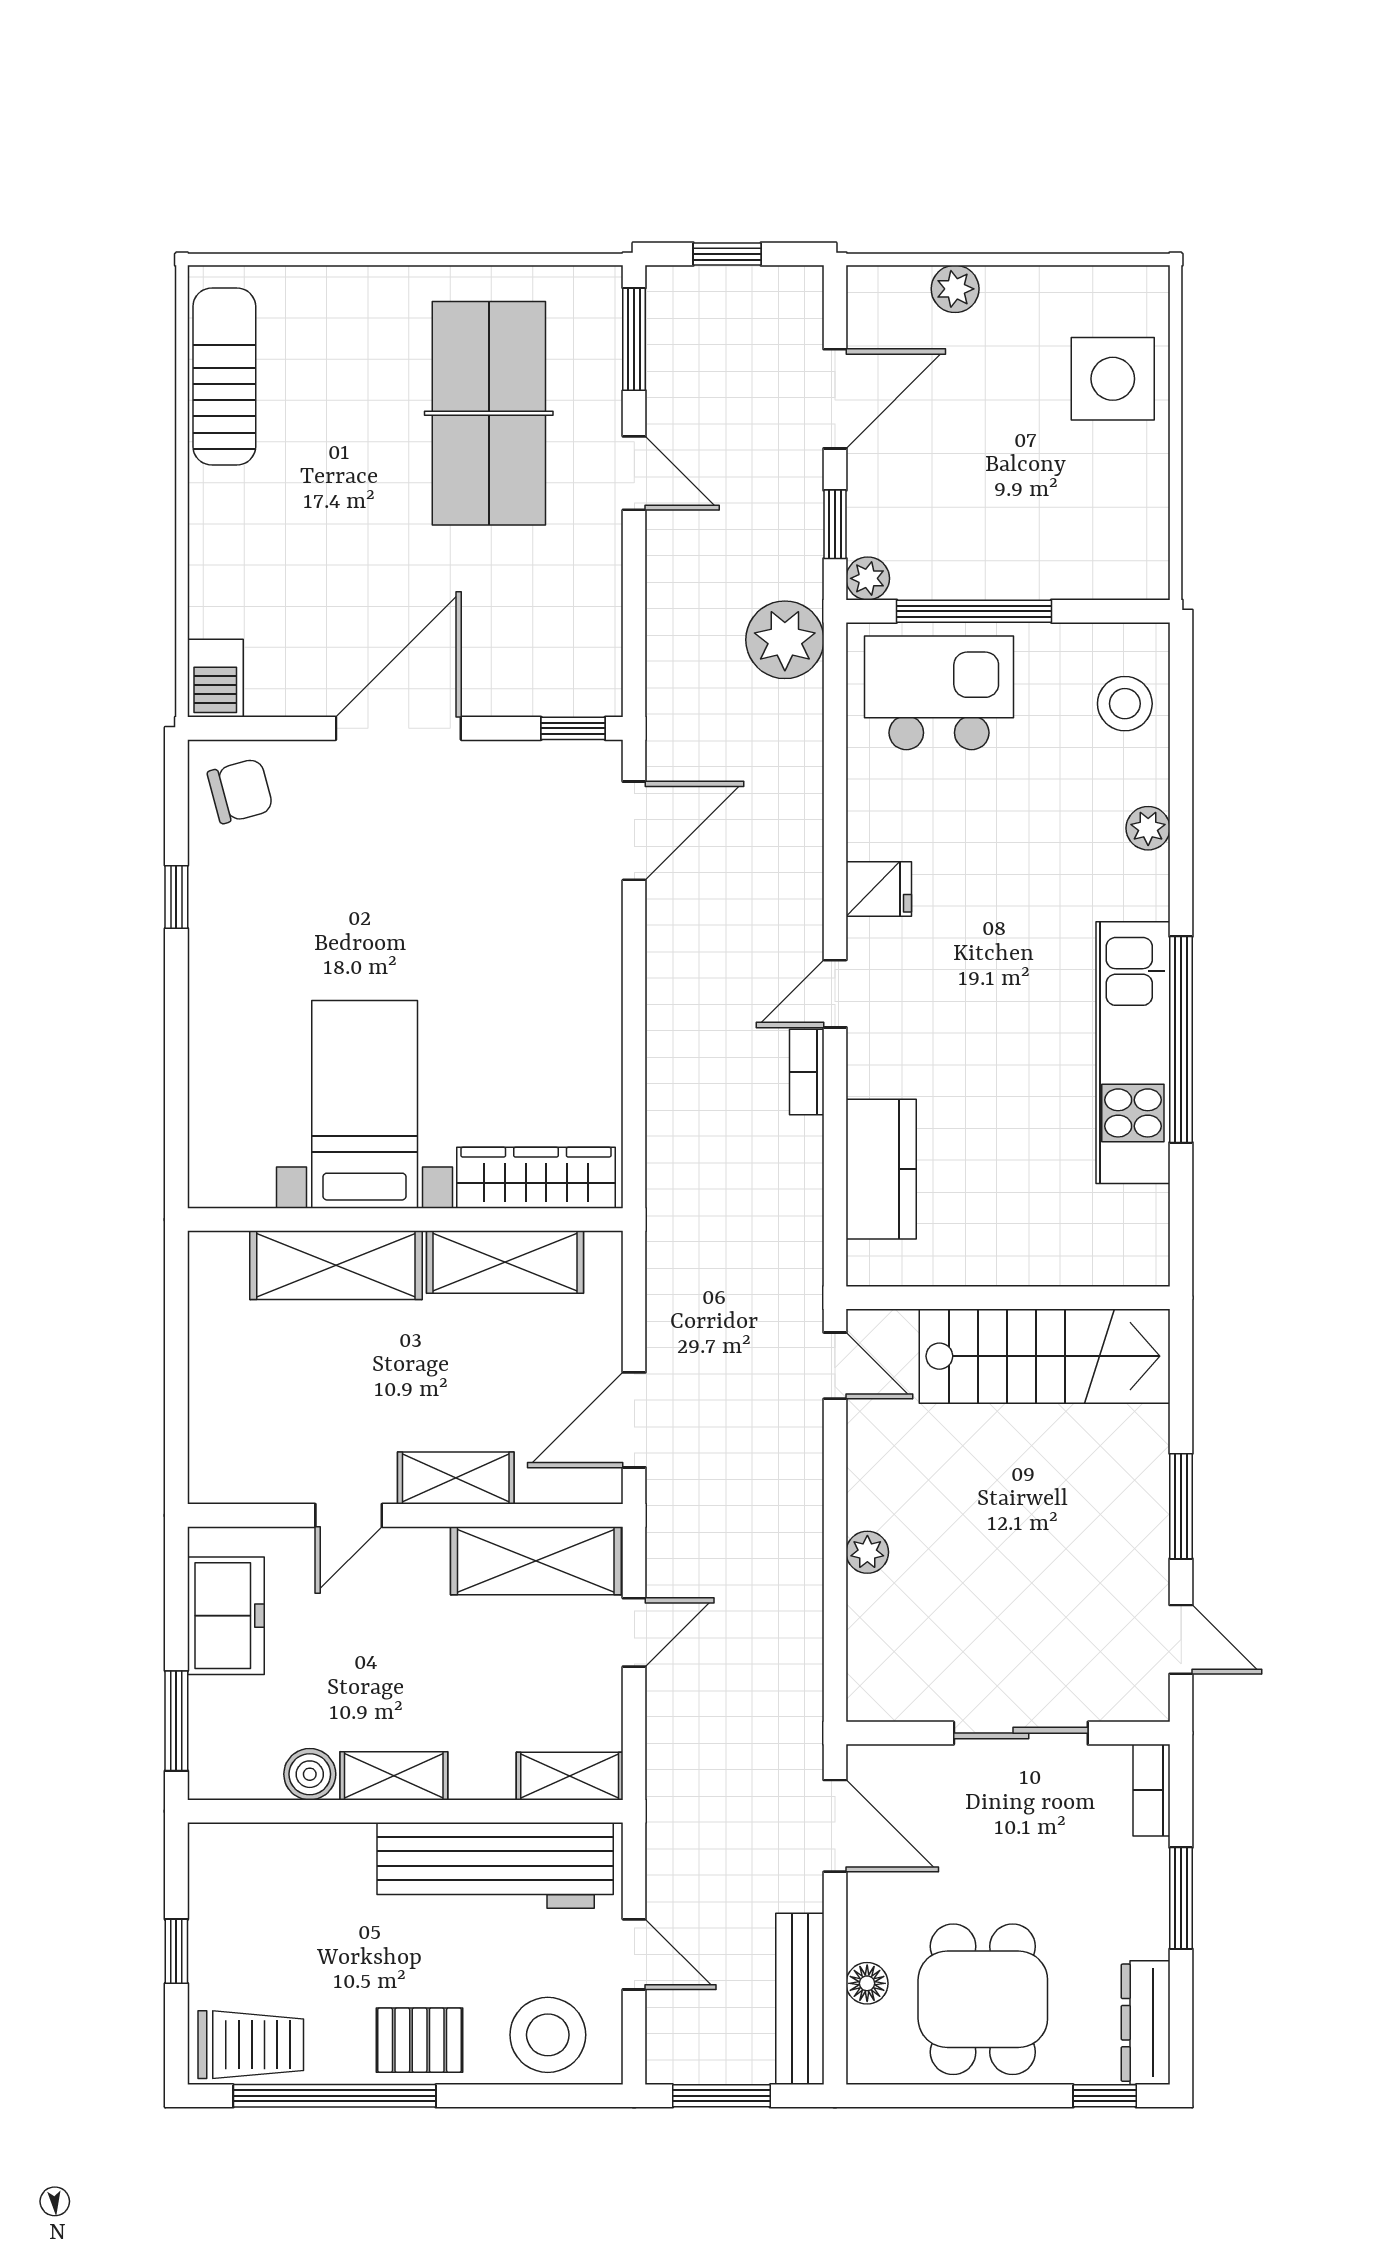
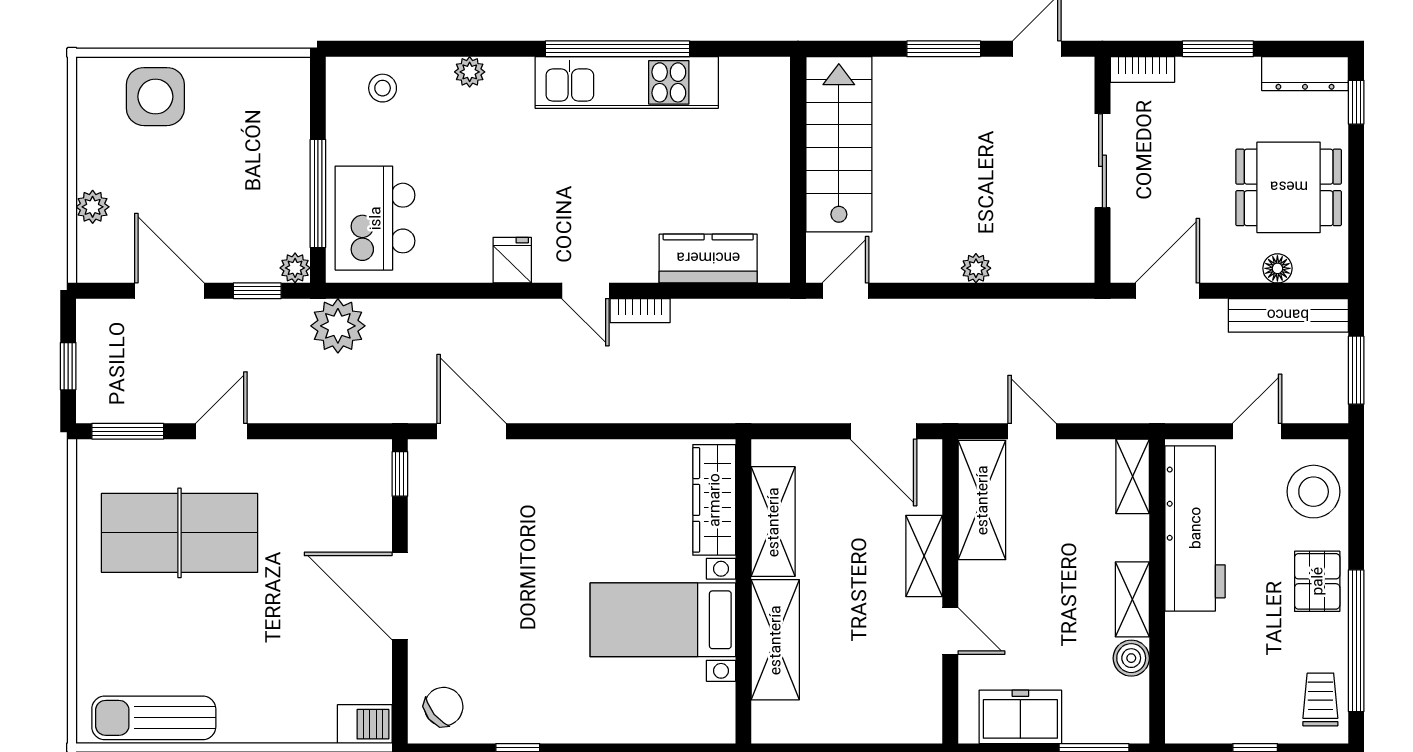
stool: (1125, 704) -> (383, 88), width x0.73, depth x0.73
chair: (240, 791) -> (444, 707), turned 66
trolley: (251, 2045) -> (1320, 699), width x0.73, depth x0.72

